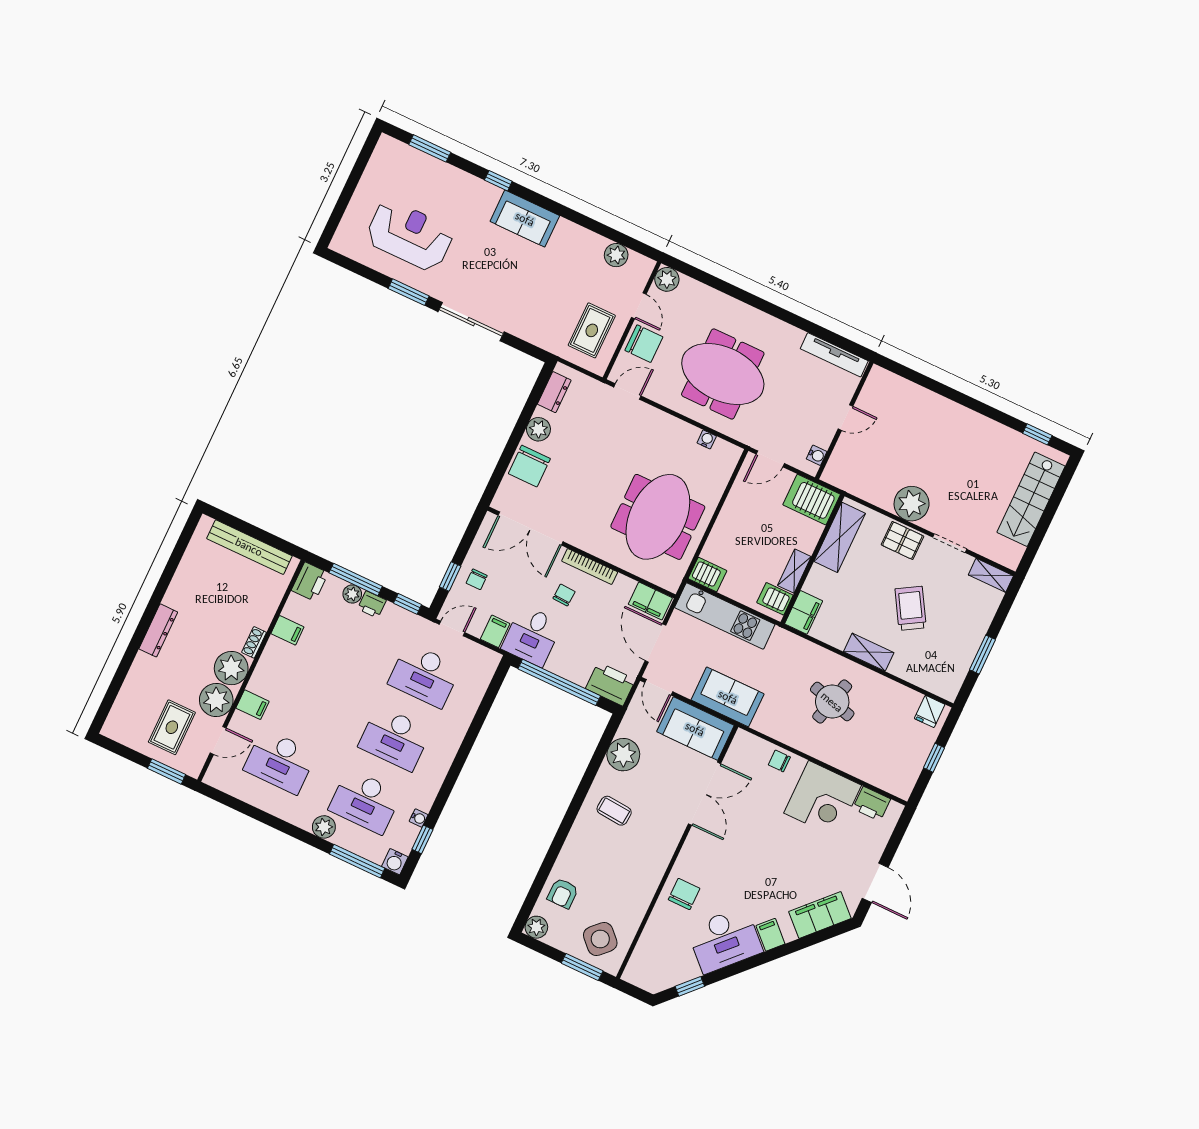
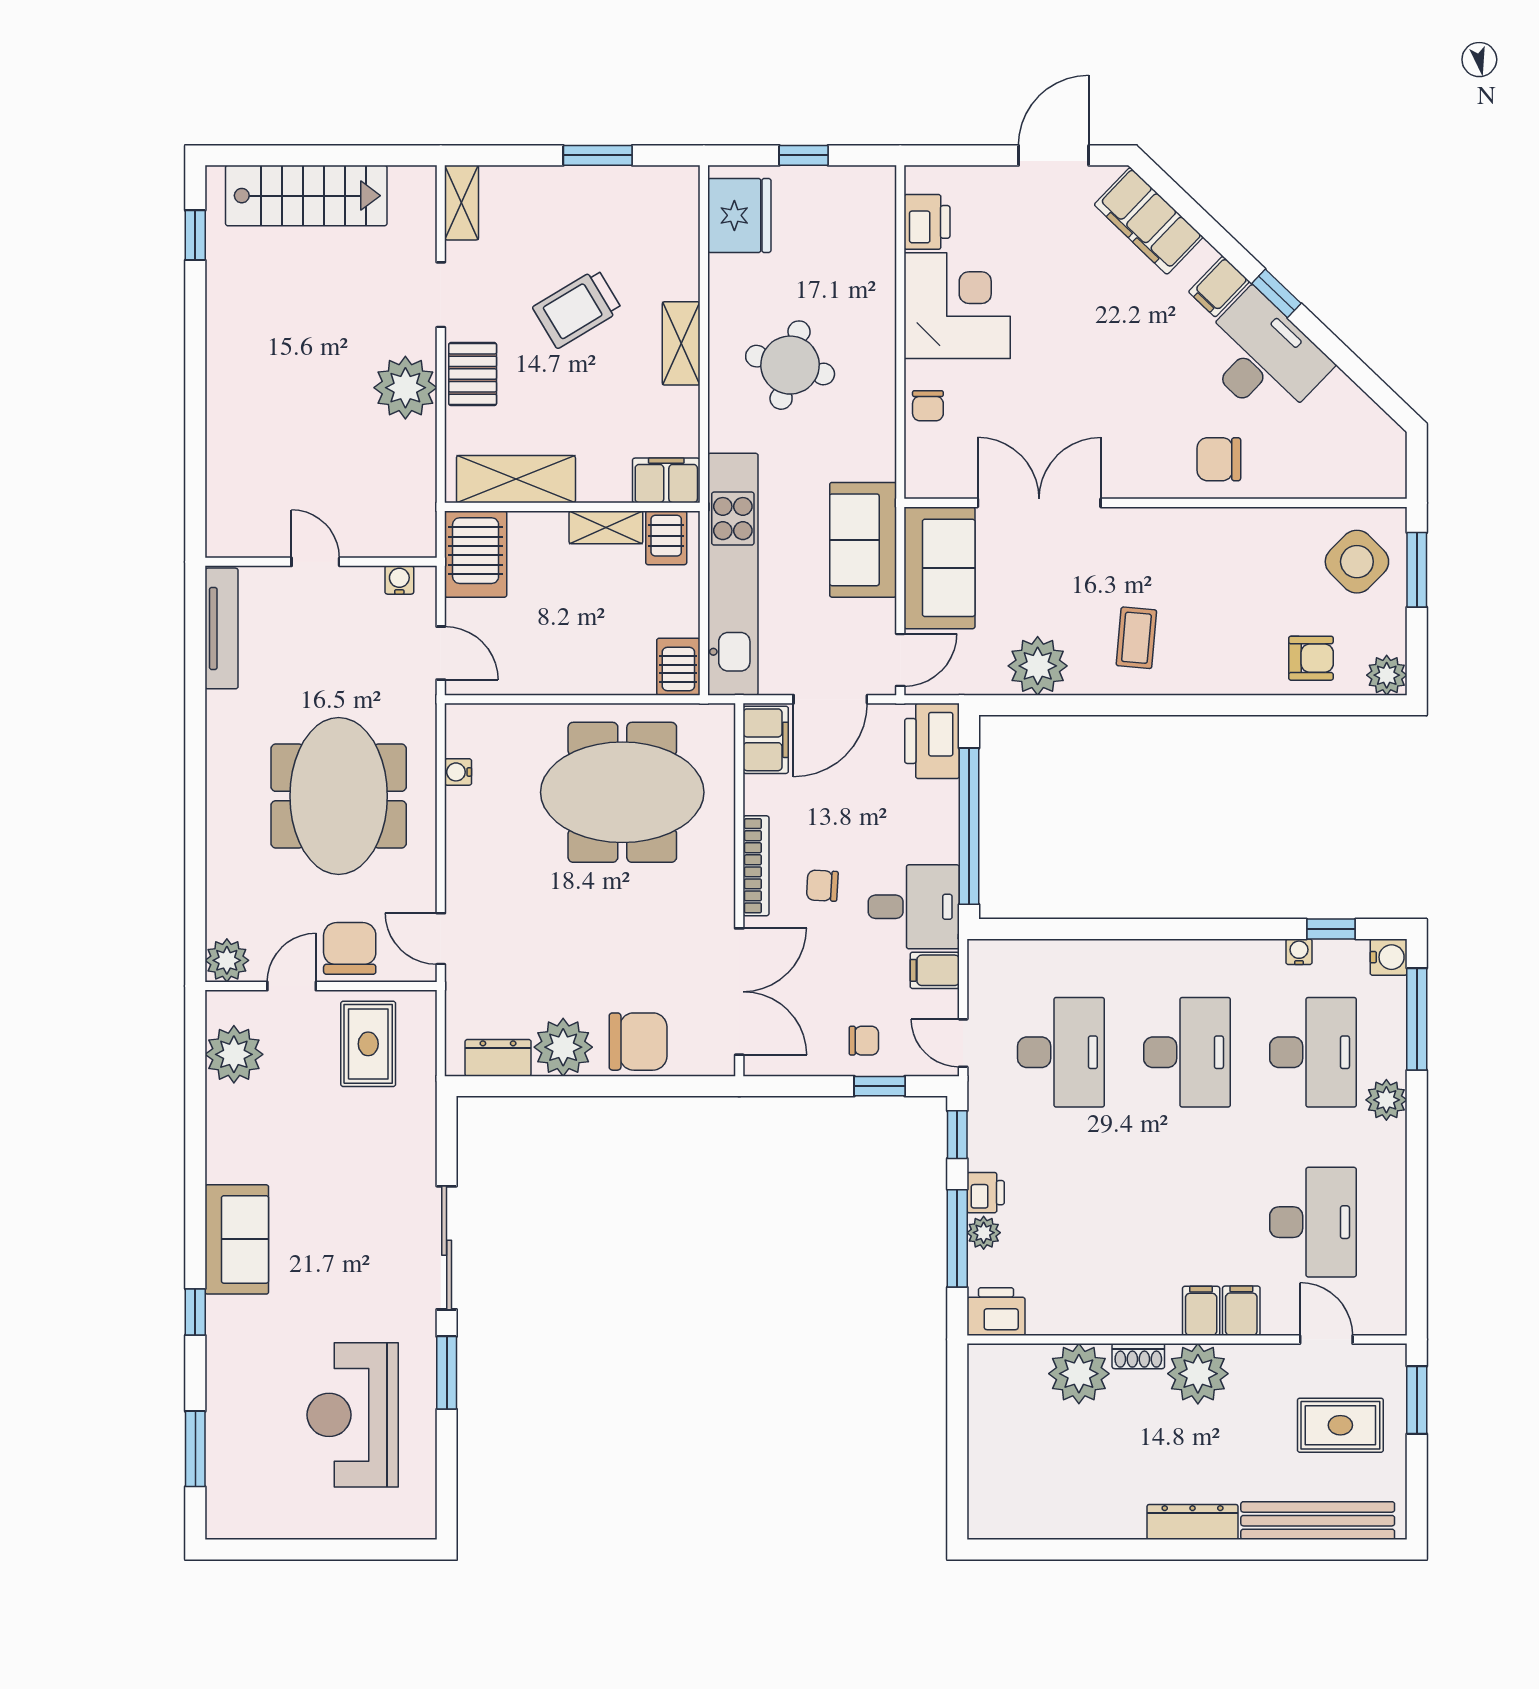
plant: (616, 255) -> (234, 1054), width x1.36, depth x1.36
rug: (592, 330) -> (368, 1044), turned 90
plant: (538, 429) -> (563, 1047), width x1.36, depth x1.36
bench: (249, 547) -> (1318, 1521), moved, turned 90
kitchen unit: (725, 616) -> (733, 574), width x1.36
filing cabinet: (287, 630) -> (1201, 1311), moved
plant: (216, 700) -> (1079, 1374), moved
fridge: (930, 711) -> (739, 215), width x1.88, depth x1.34
window: (690, 986) -> (1276, 293), moved

